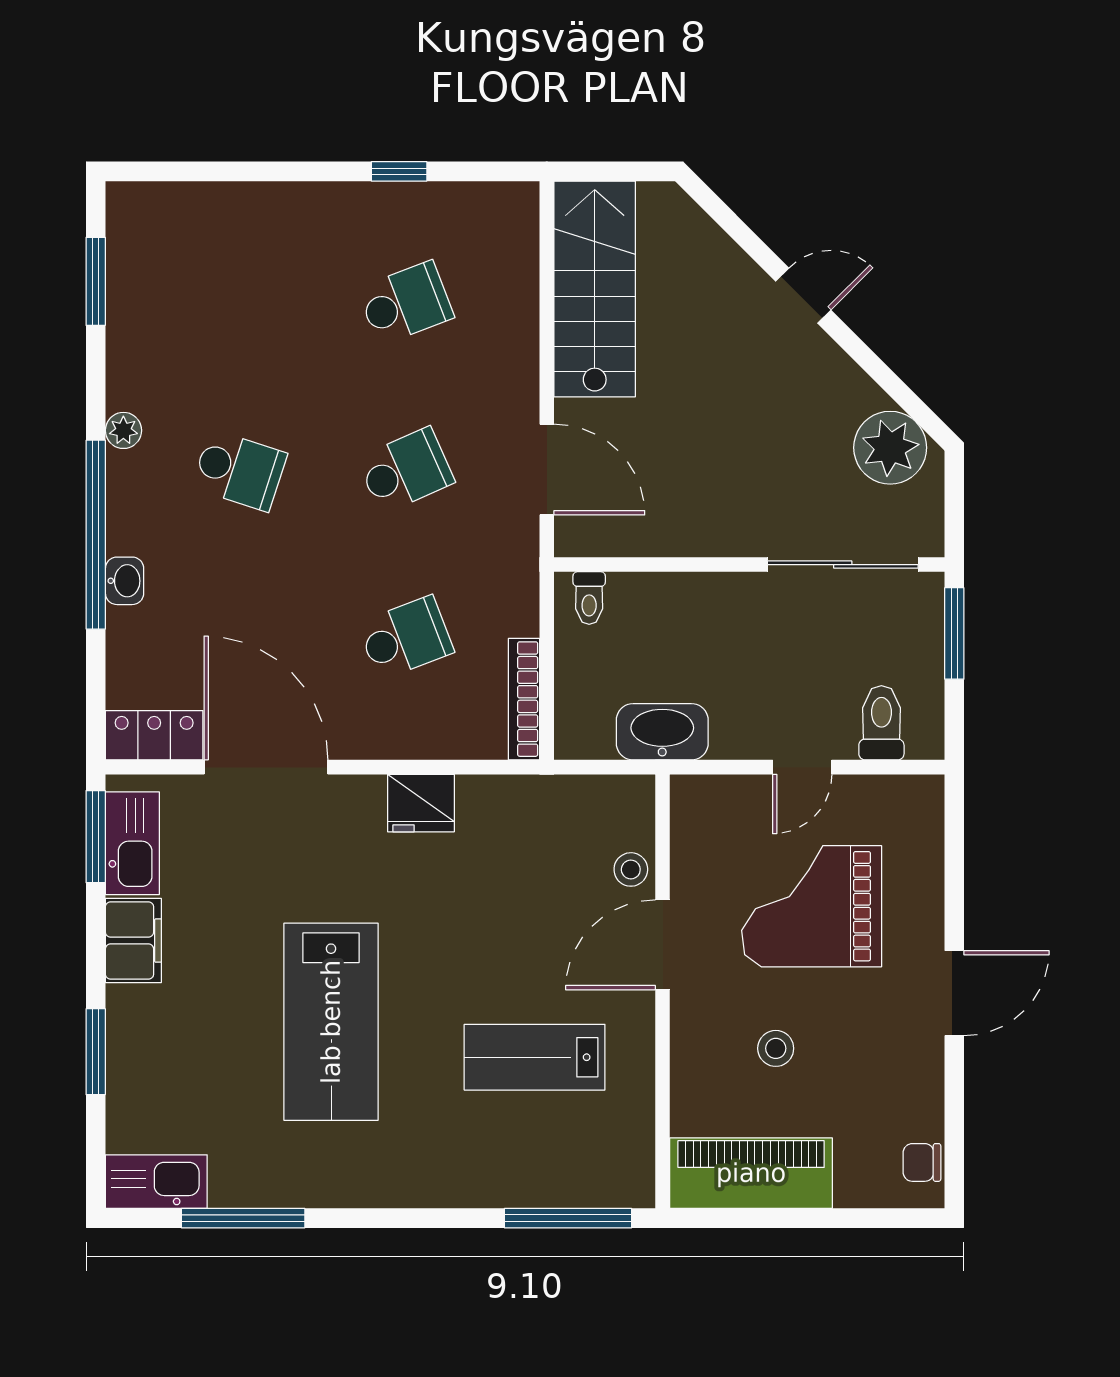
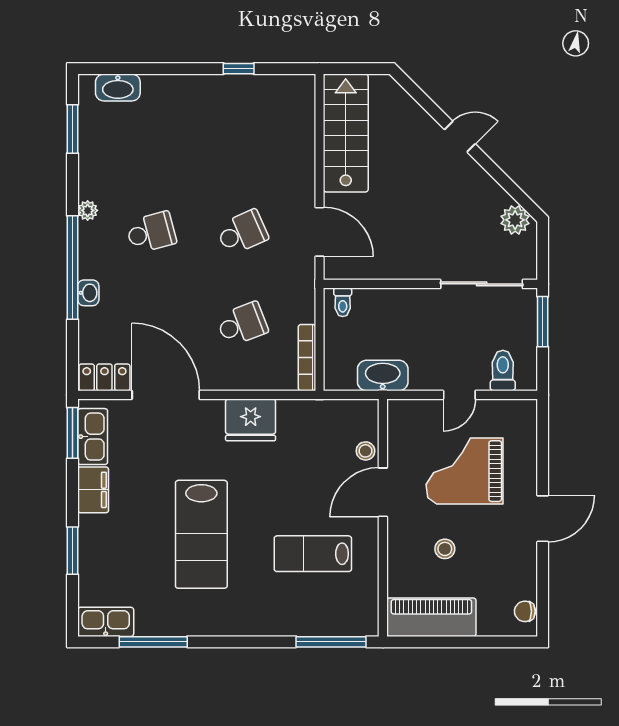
washbasin: (179, 206) -> (118, 88), added
school desk: (406, 303) -> (242, 141), removed
plant: (890, 448) -> (515, 220), width x0.73, depth x0.73
school desk: (239, 470) -> (151, 232), turned -33
fridge: (421, 803) -> (251, 420), width x1.36, depth x1.34

